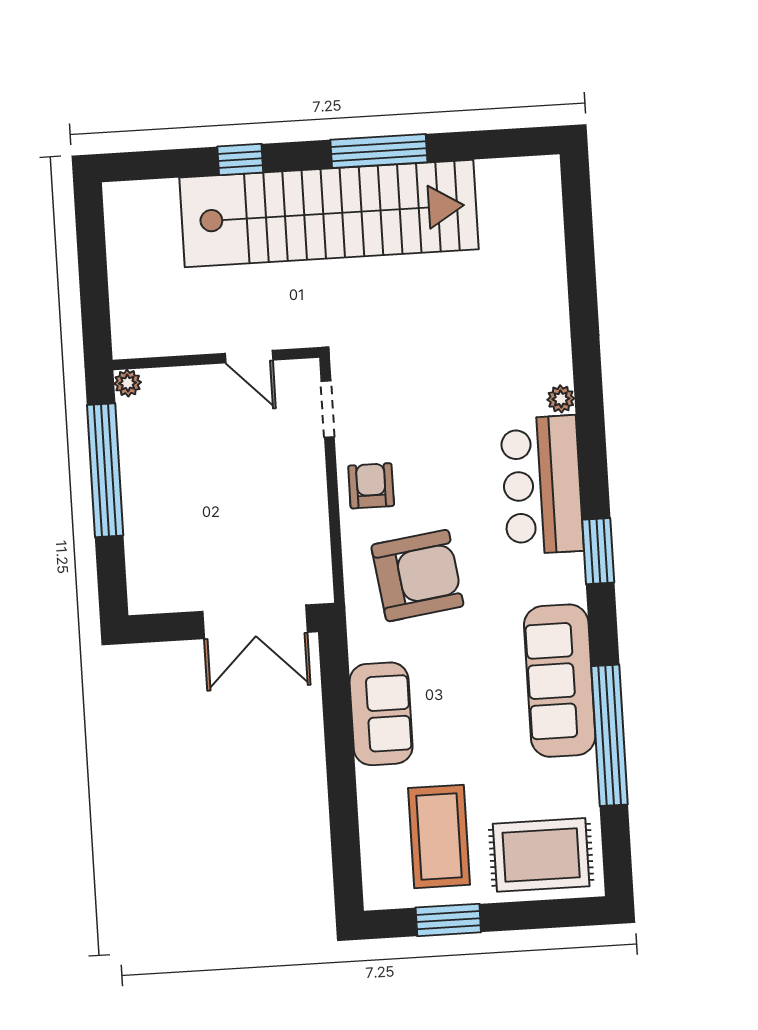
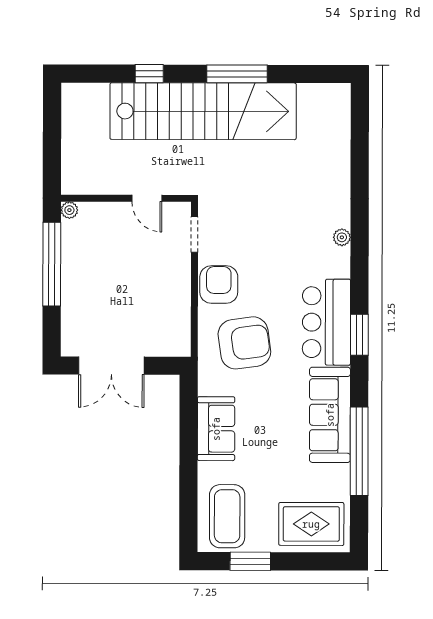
bar counter: (542, 485) -> (326, 322), moved
armchair: (371, 486) -> (219, 285), width x1.38, depth x1.38
double door: (255, 622) -> (111, 366), moved
coffee table: (439, 836) -> (227, 516), moved

